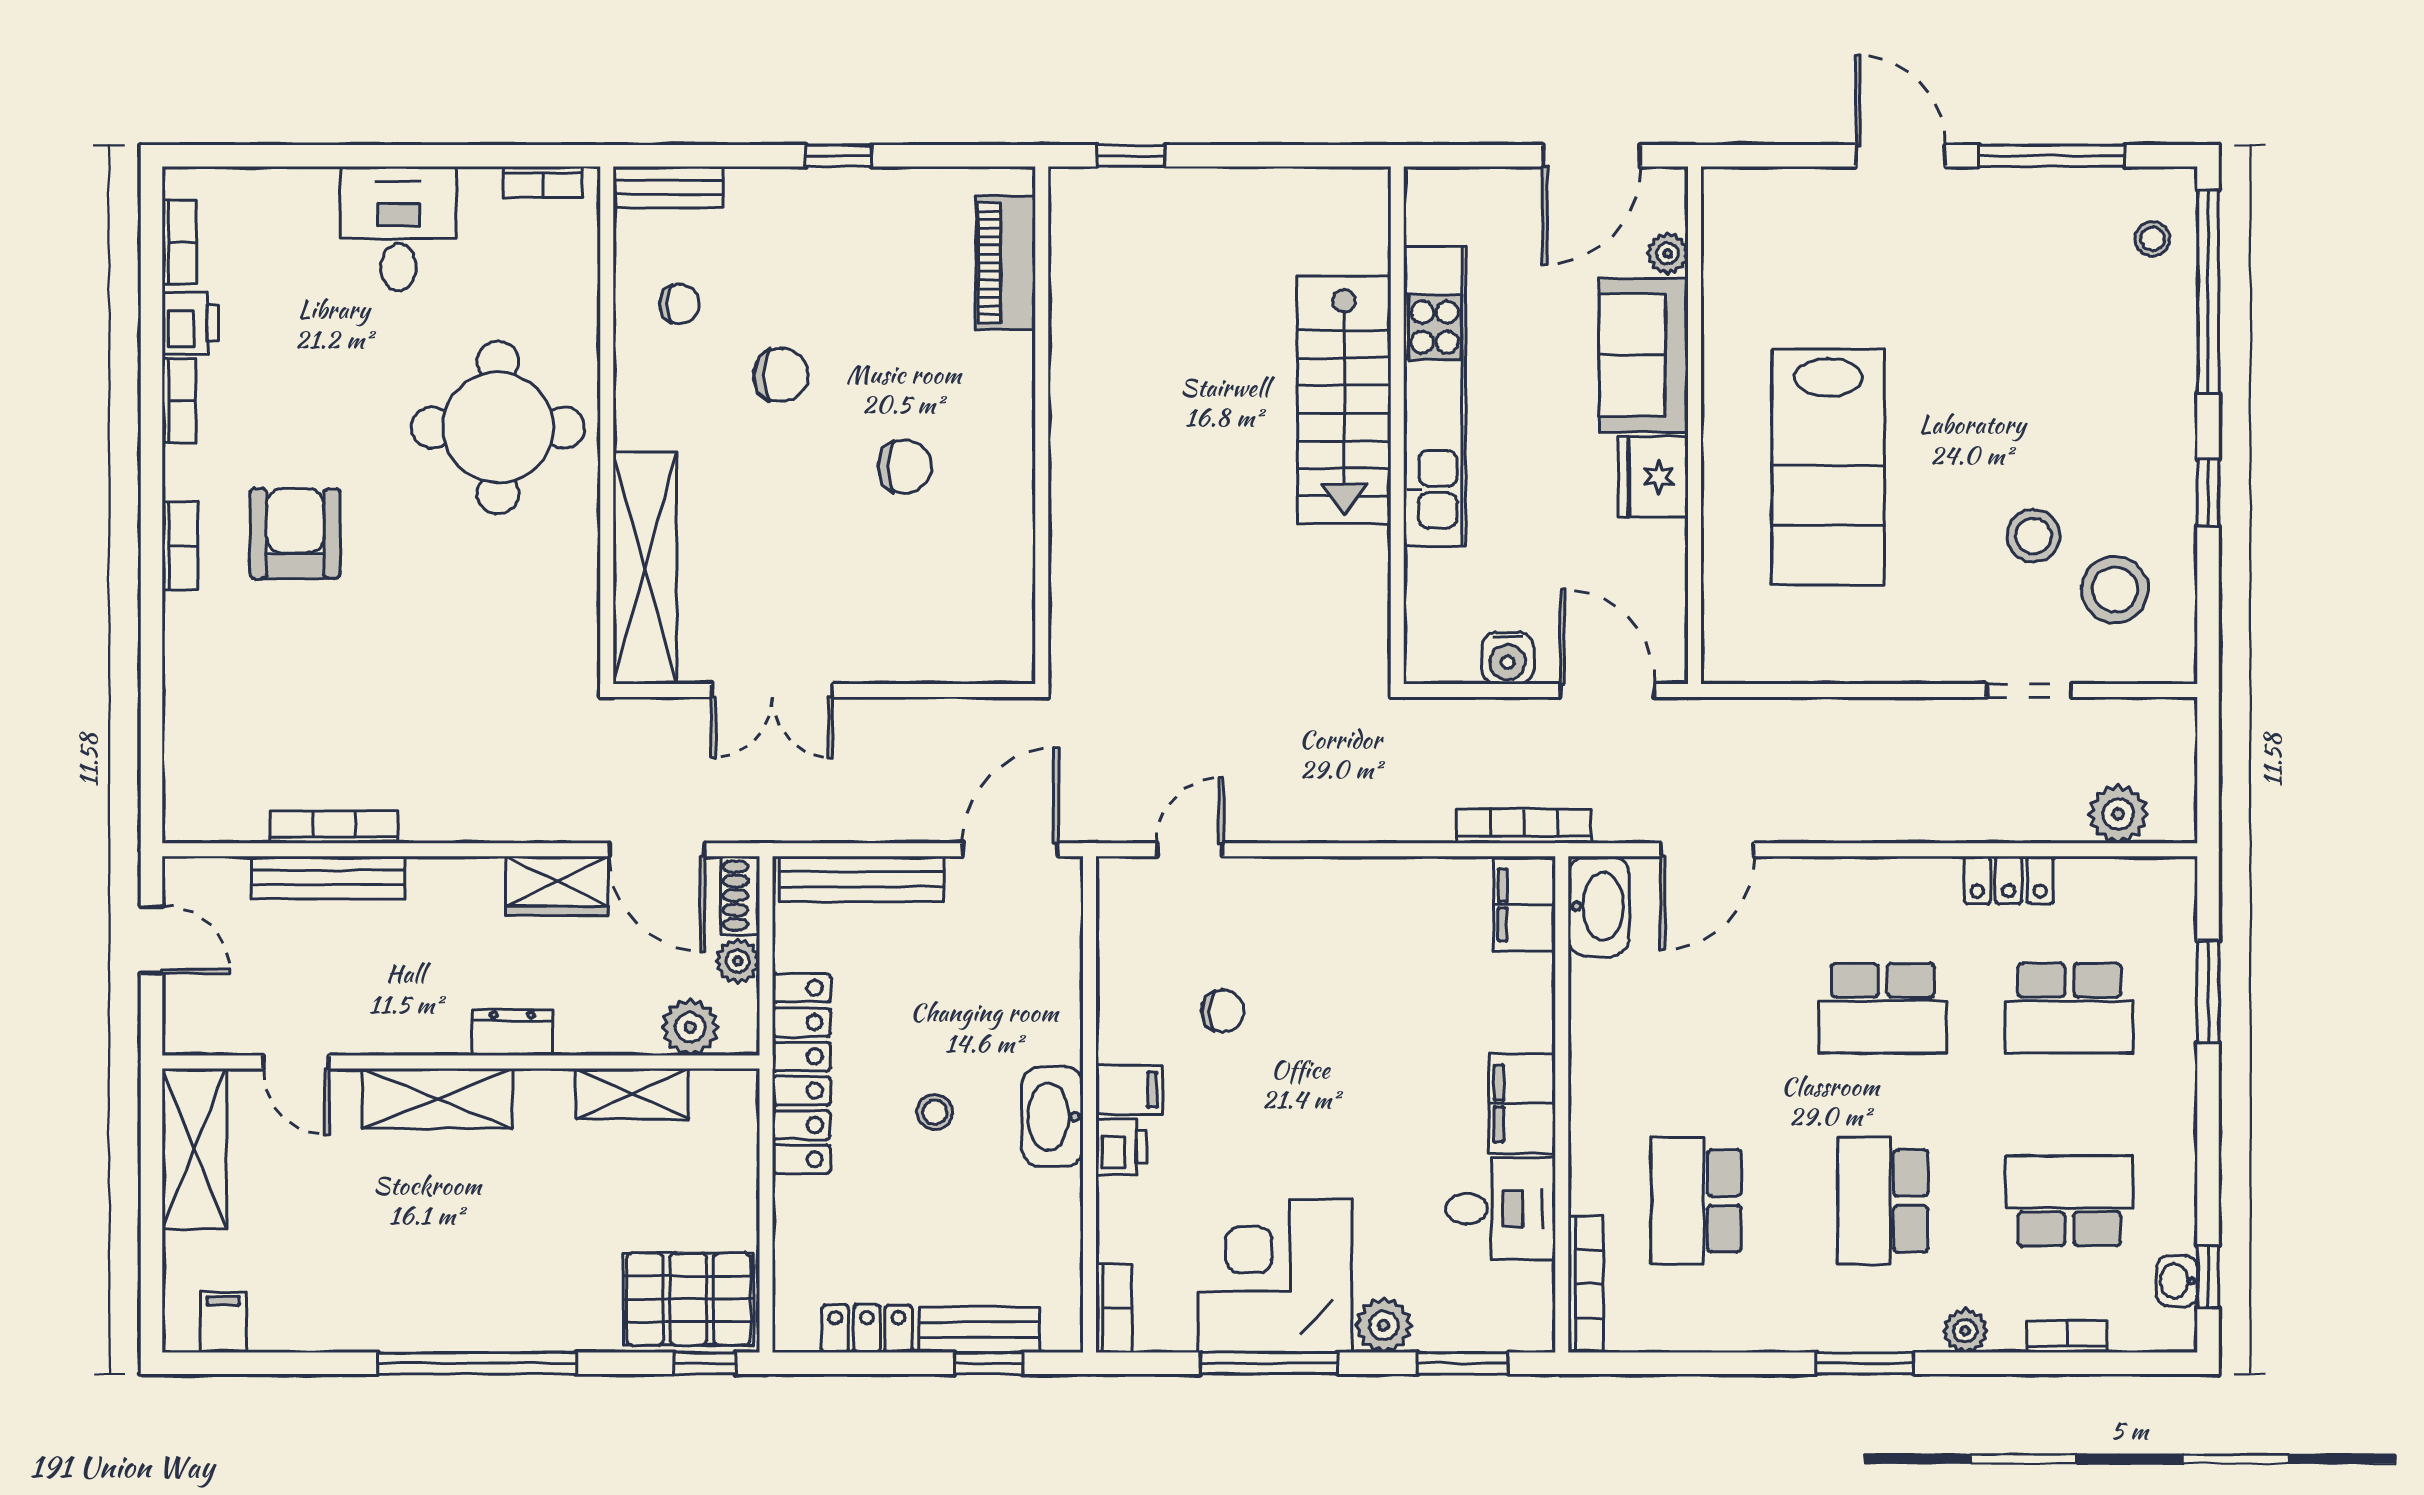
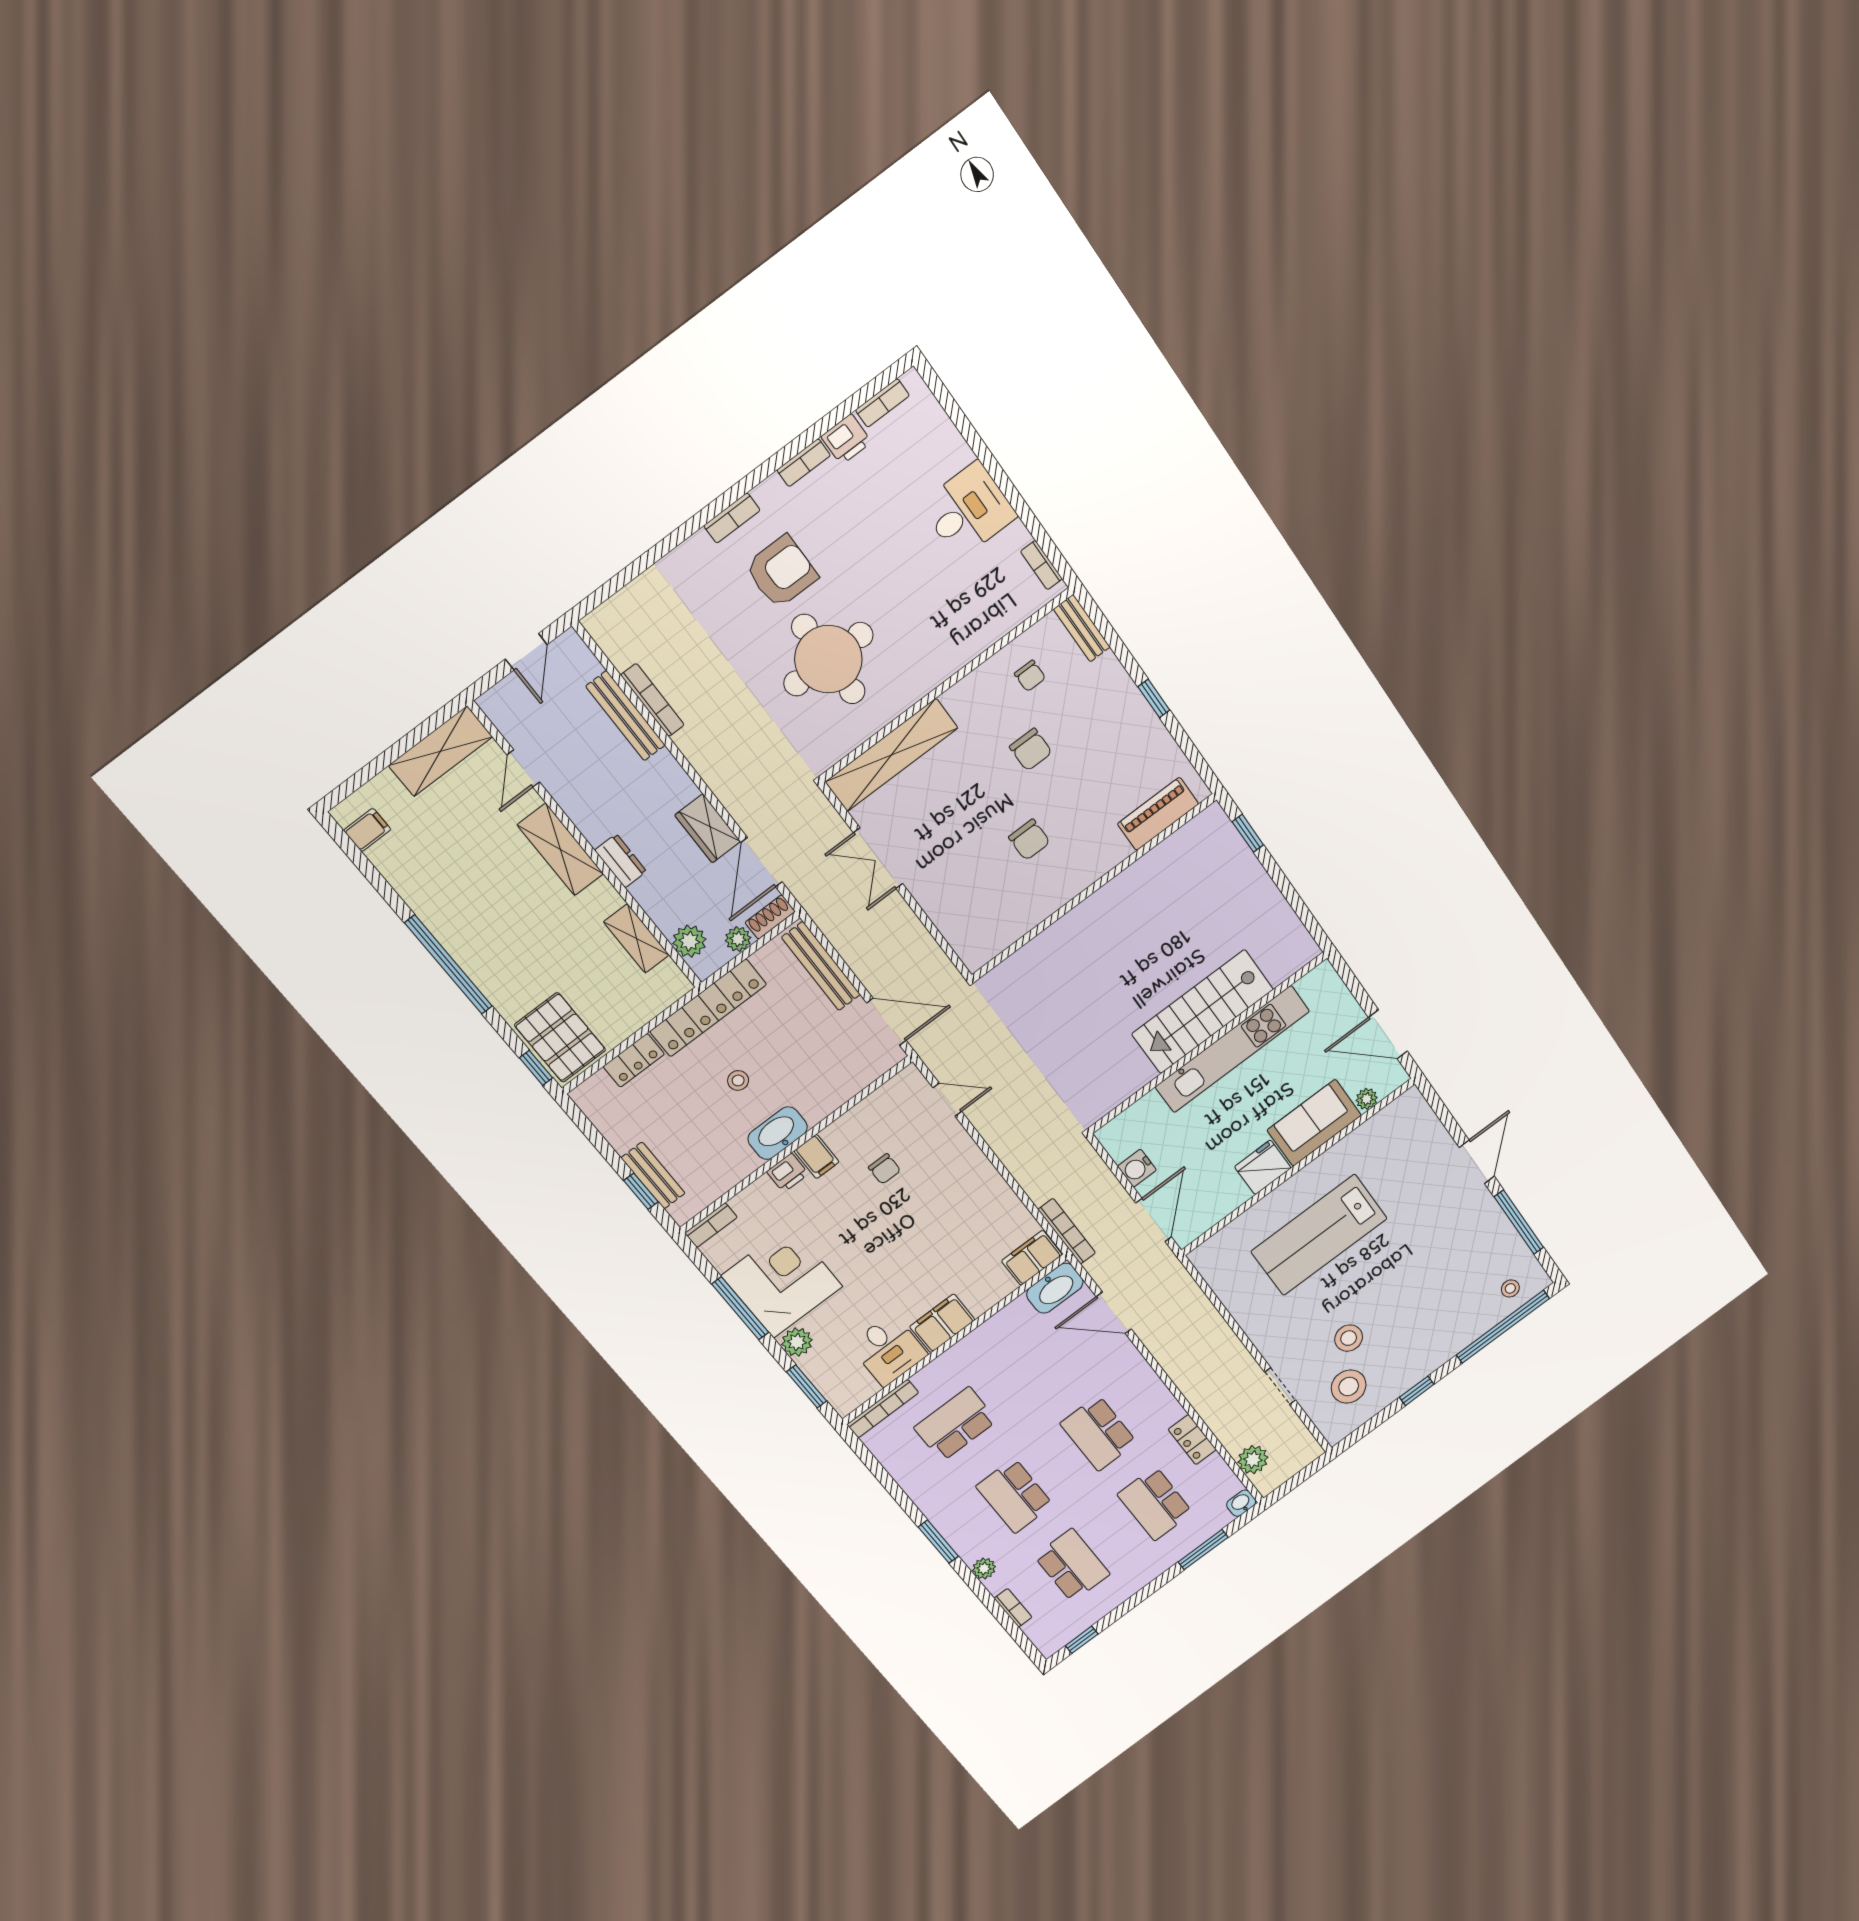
round table: (498, 428) -> (828, 659), moved
school desk: (1883, 1201) -> (1015, 1496), turned -90
washbasin: (2177, 1281) -> (1241, 1503), moved
locker: (867, 1329) -> (634, 1060), moved, turned 90

